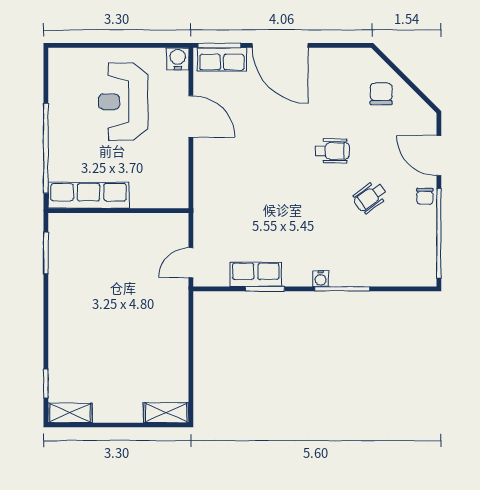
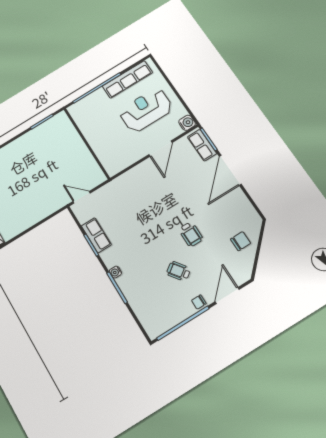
row of seats: (89, 195) -> (127, 79), moved, turned 90

